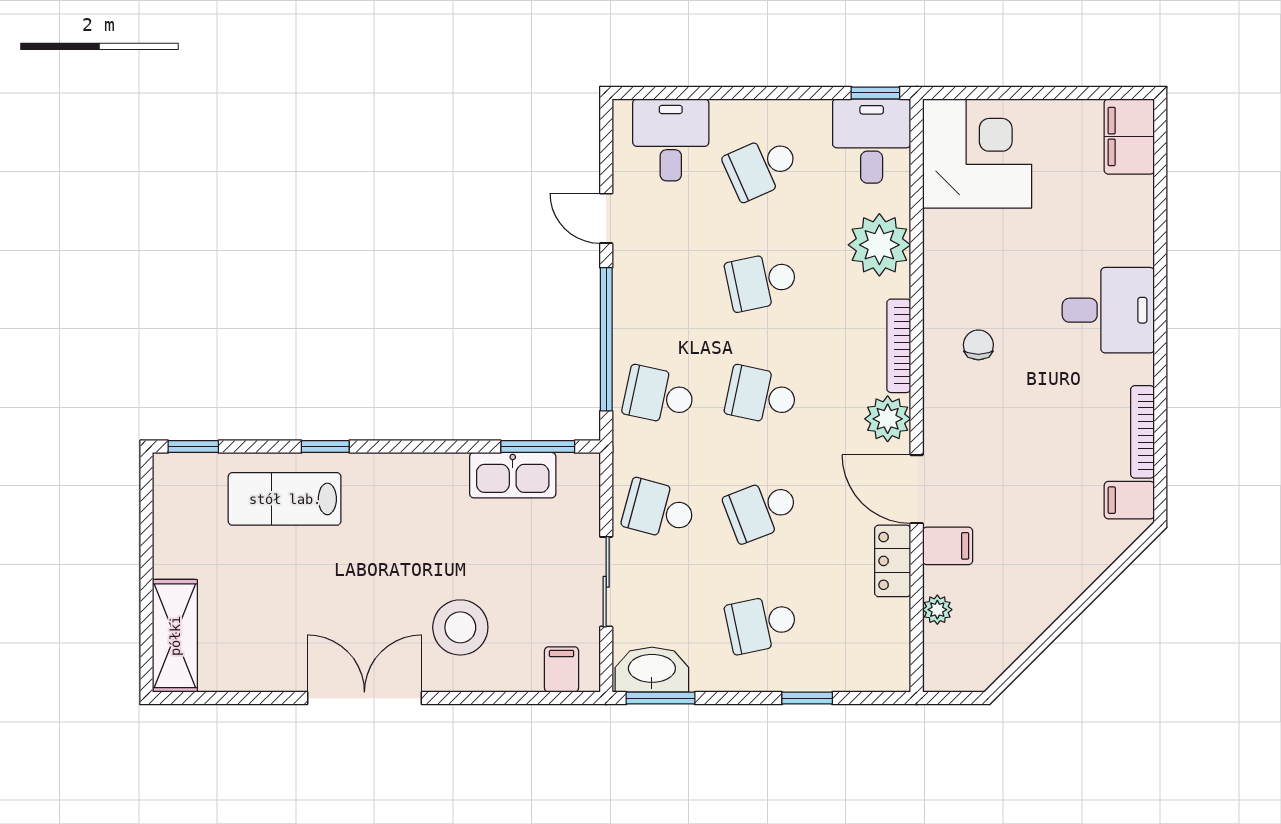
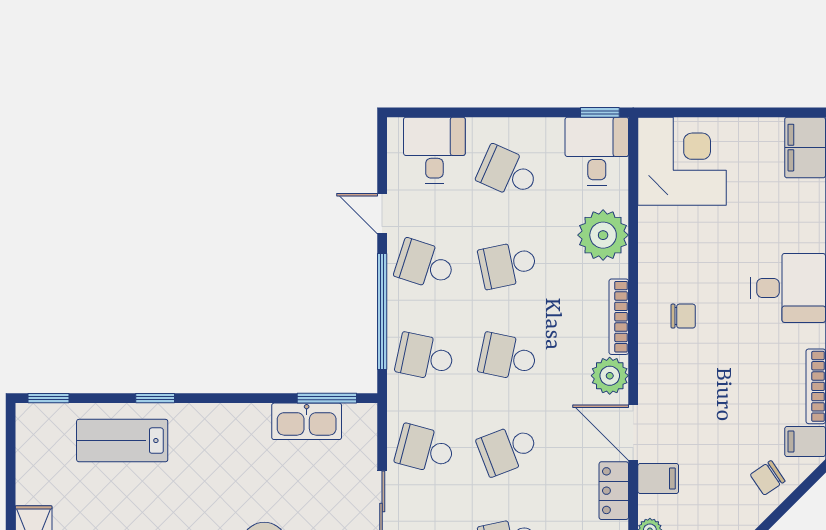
school desk: (761, 167) -> (508, 172), turned 48
school desk: (659, 281) -> (425, 265), added
chair: (978, 345) -> (683, 316), turned 90
chair: (1083, 545) -> (768, 478), added

